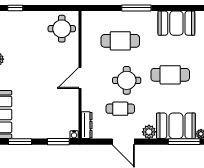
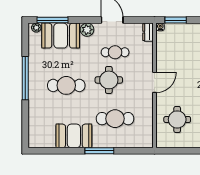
booth: (176, 23) -> (74, 136), moved
round table: (62, 29) -> (177, 119), moved
dresser: (87, 125) -> (148, 32), width x0.70

